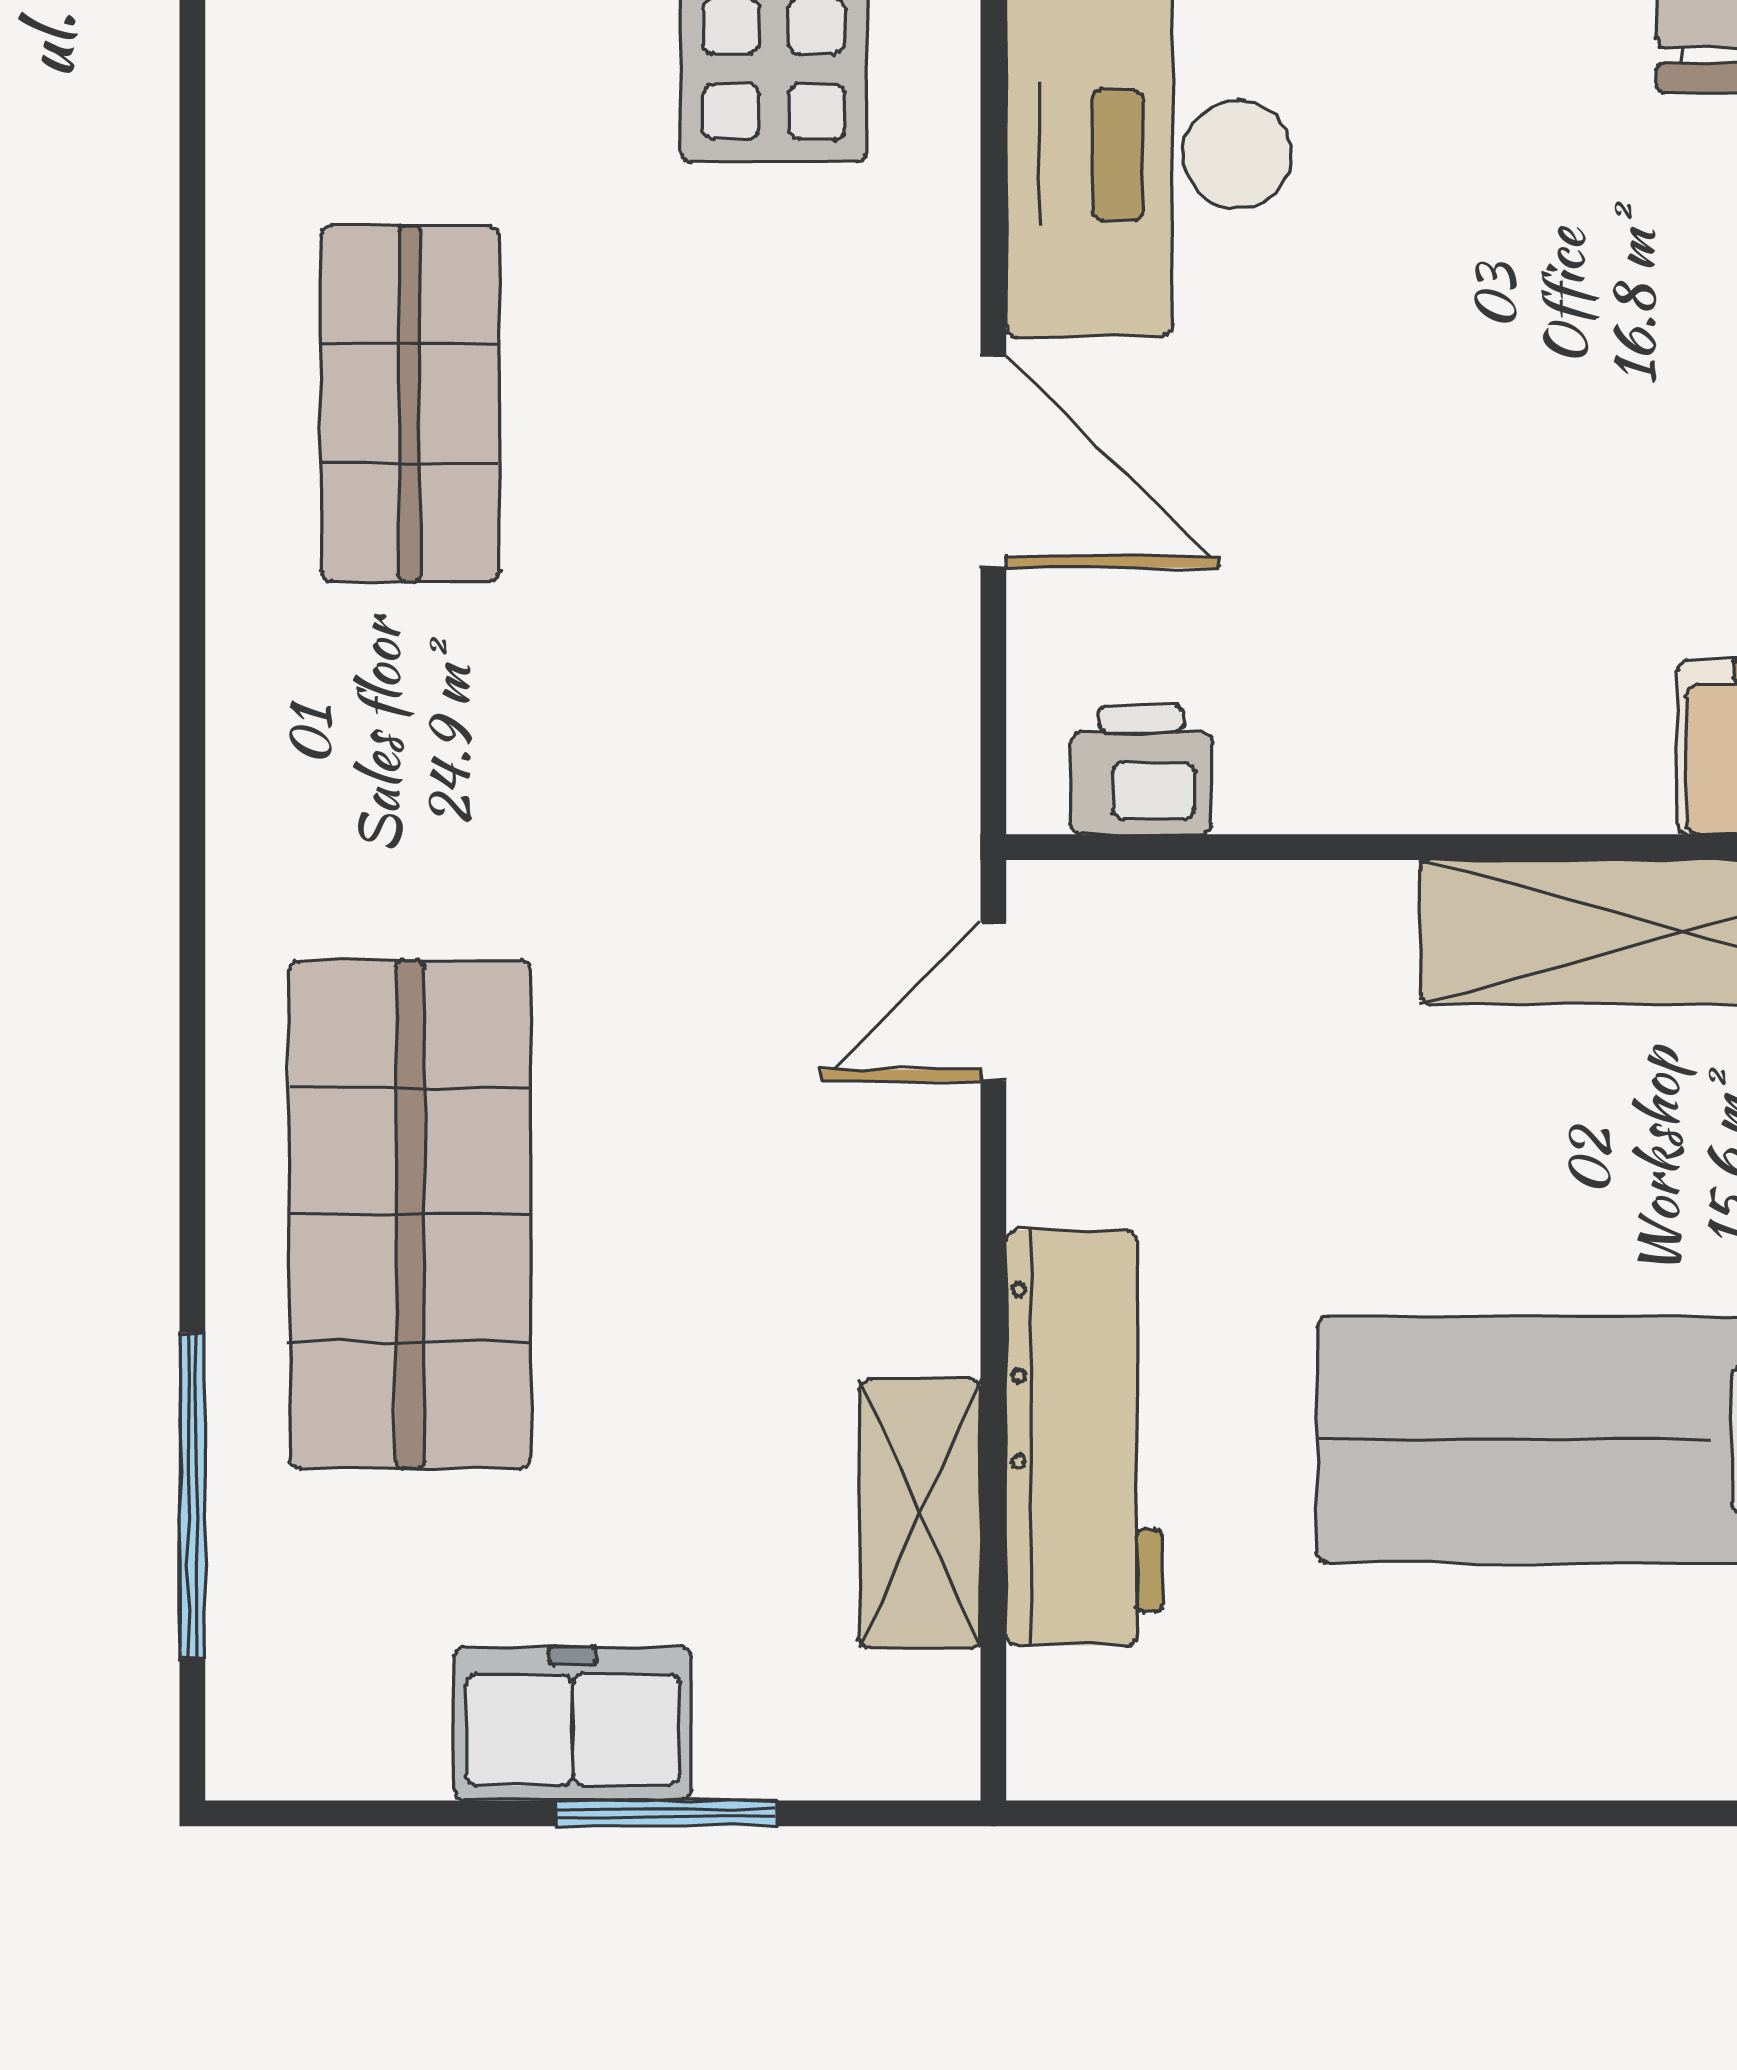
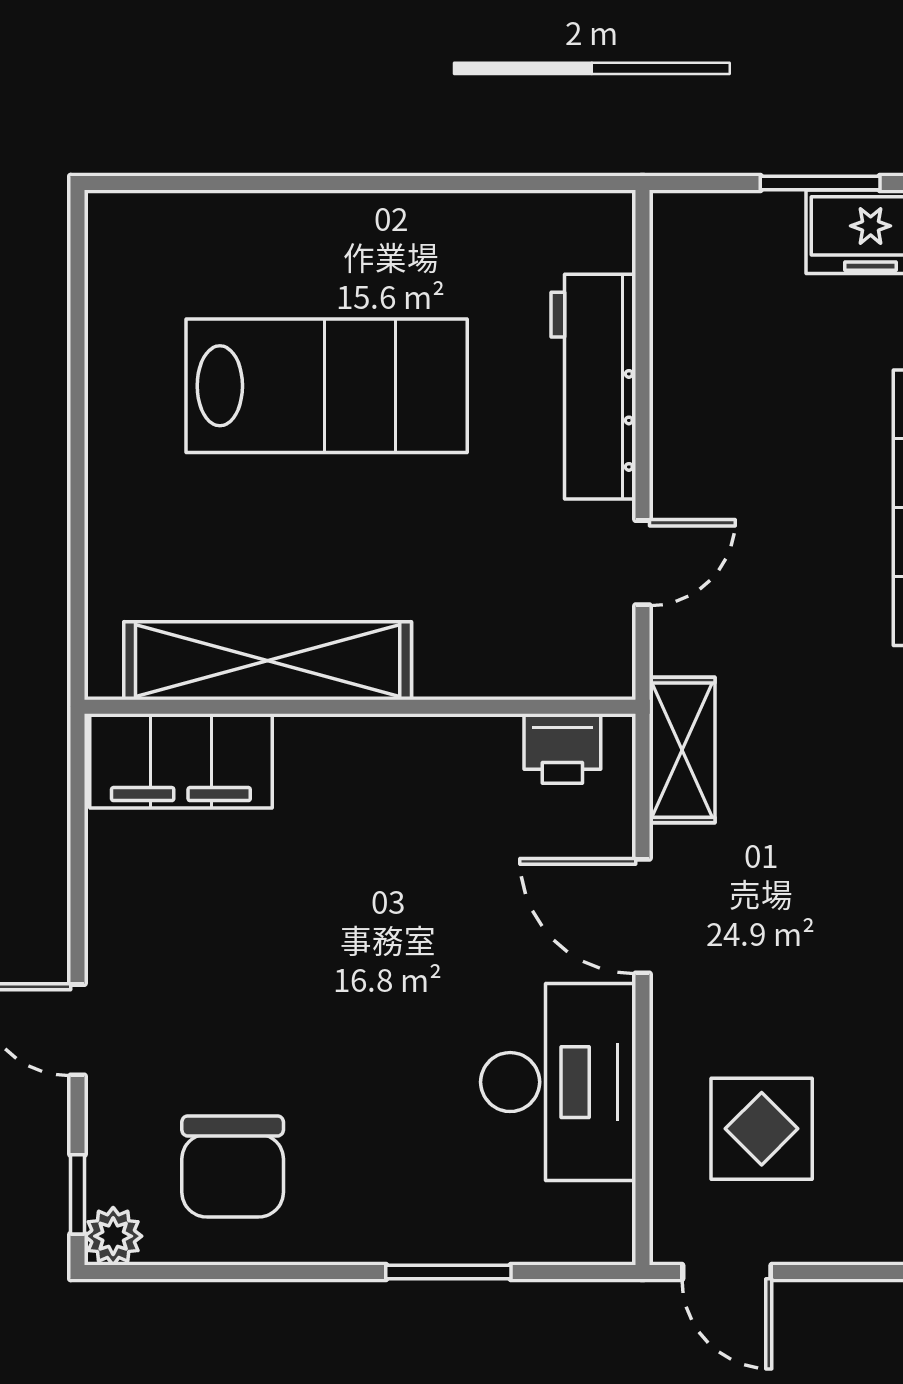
door: (993, 1002) -> (642, 563), moved
shelving: (920, 1514) -> (682, 750), moved

